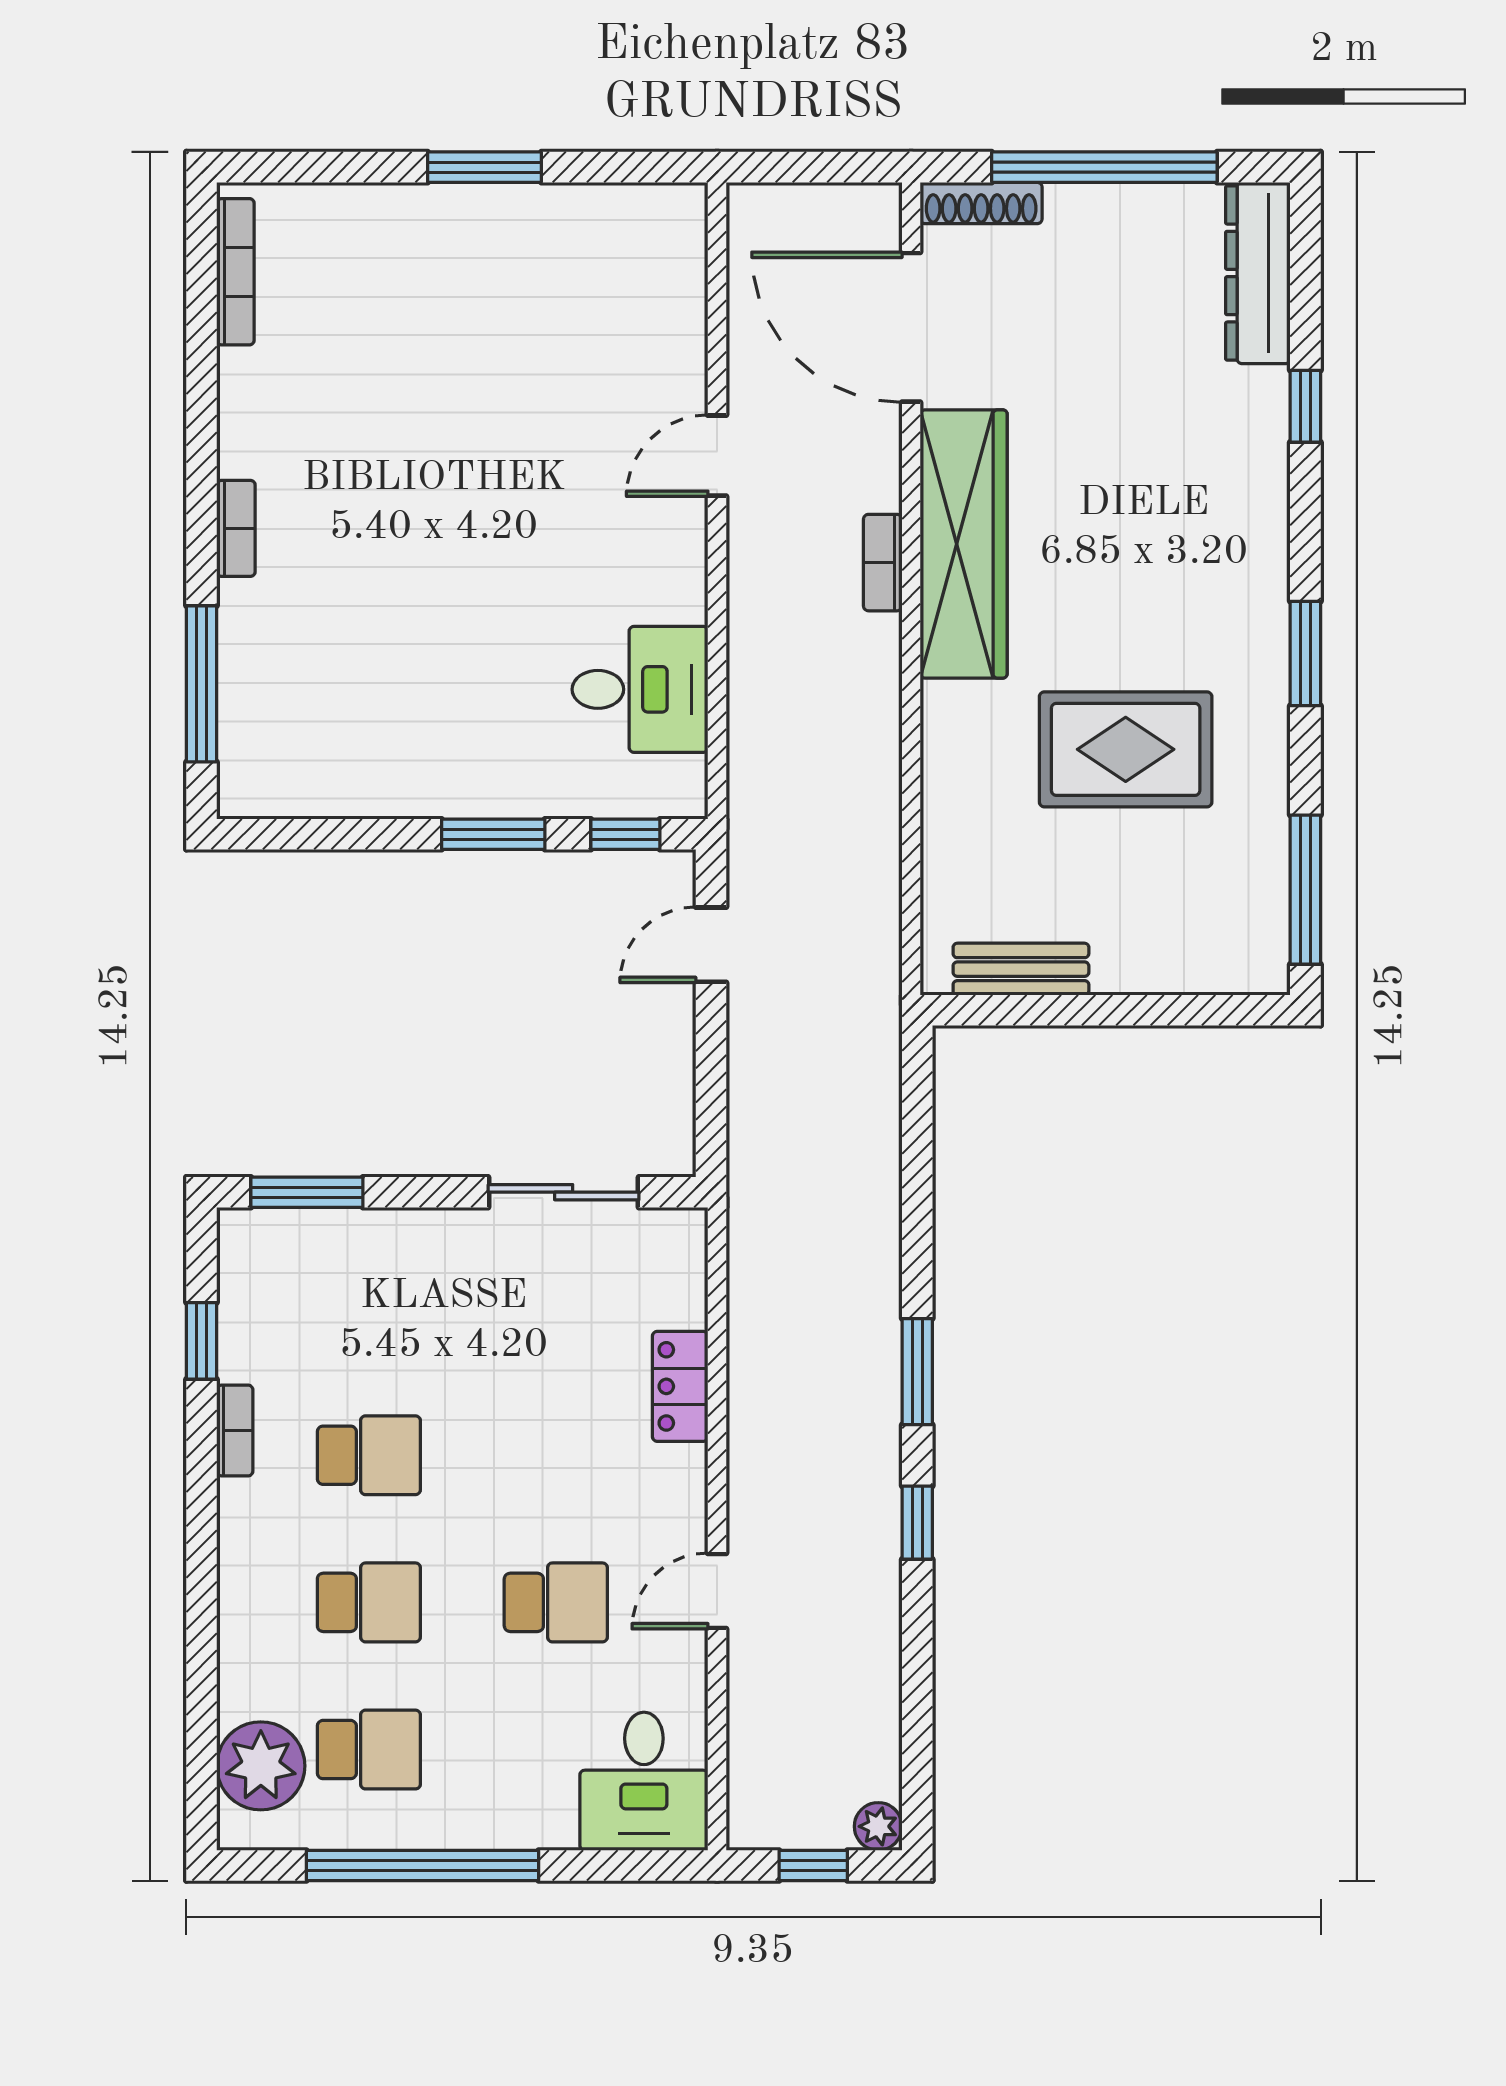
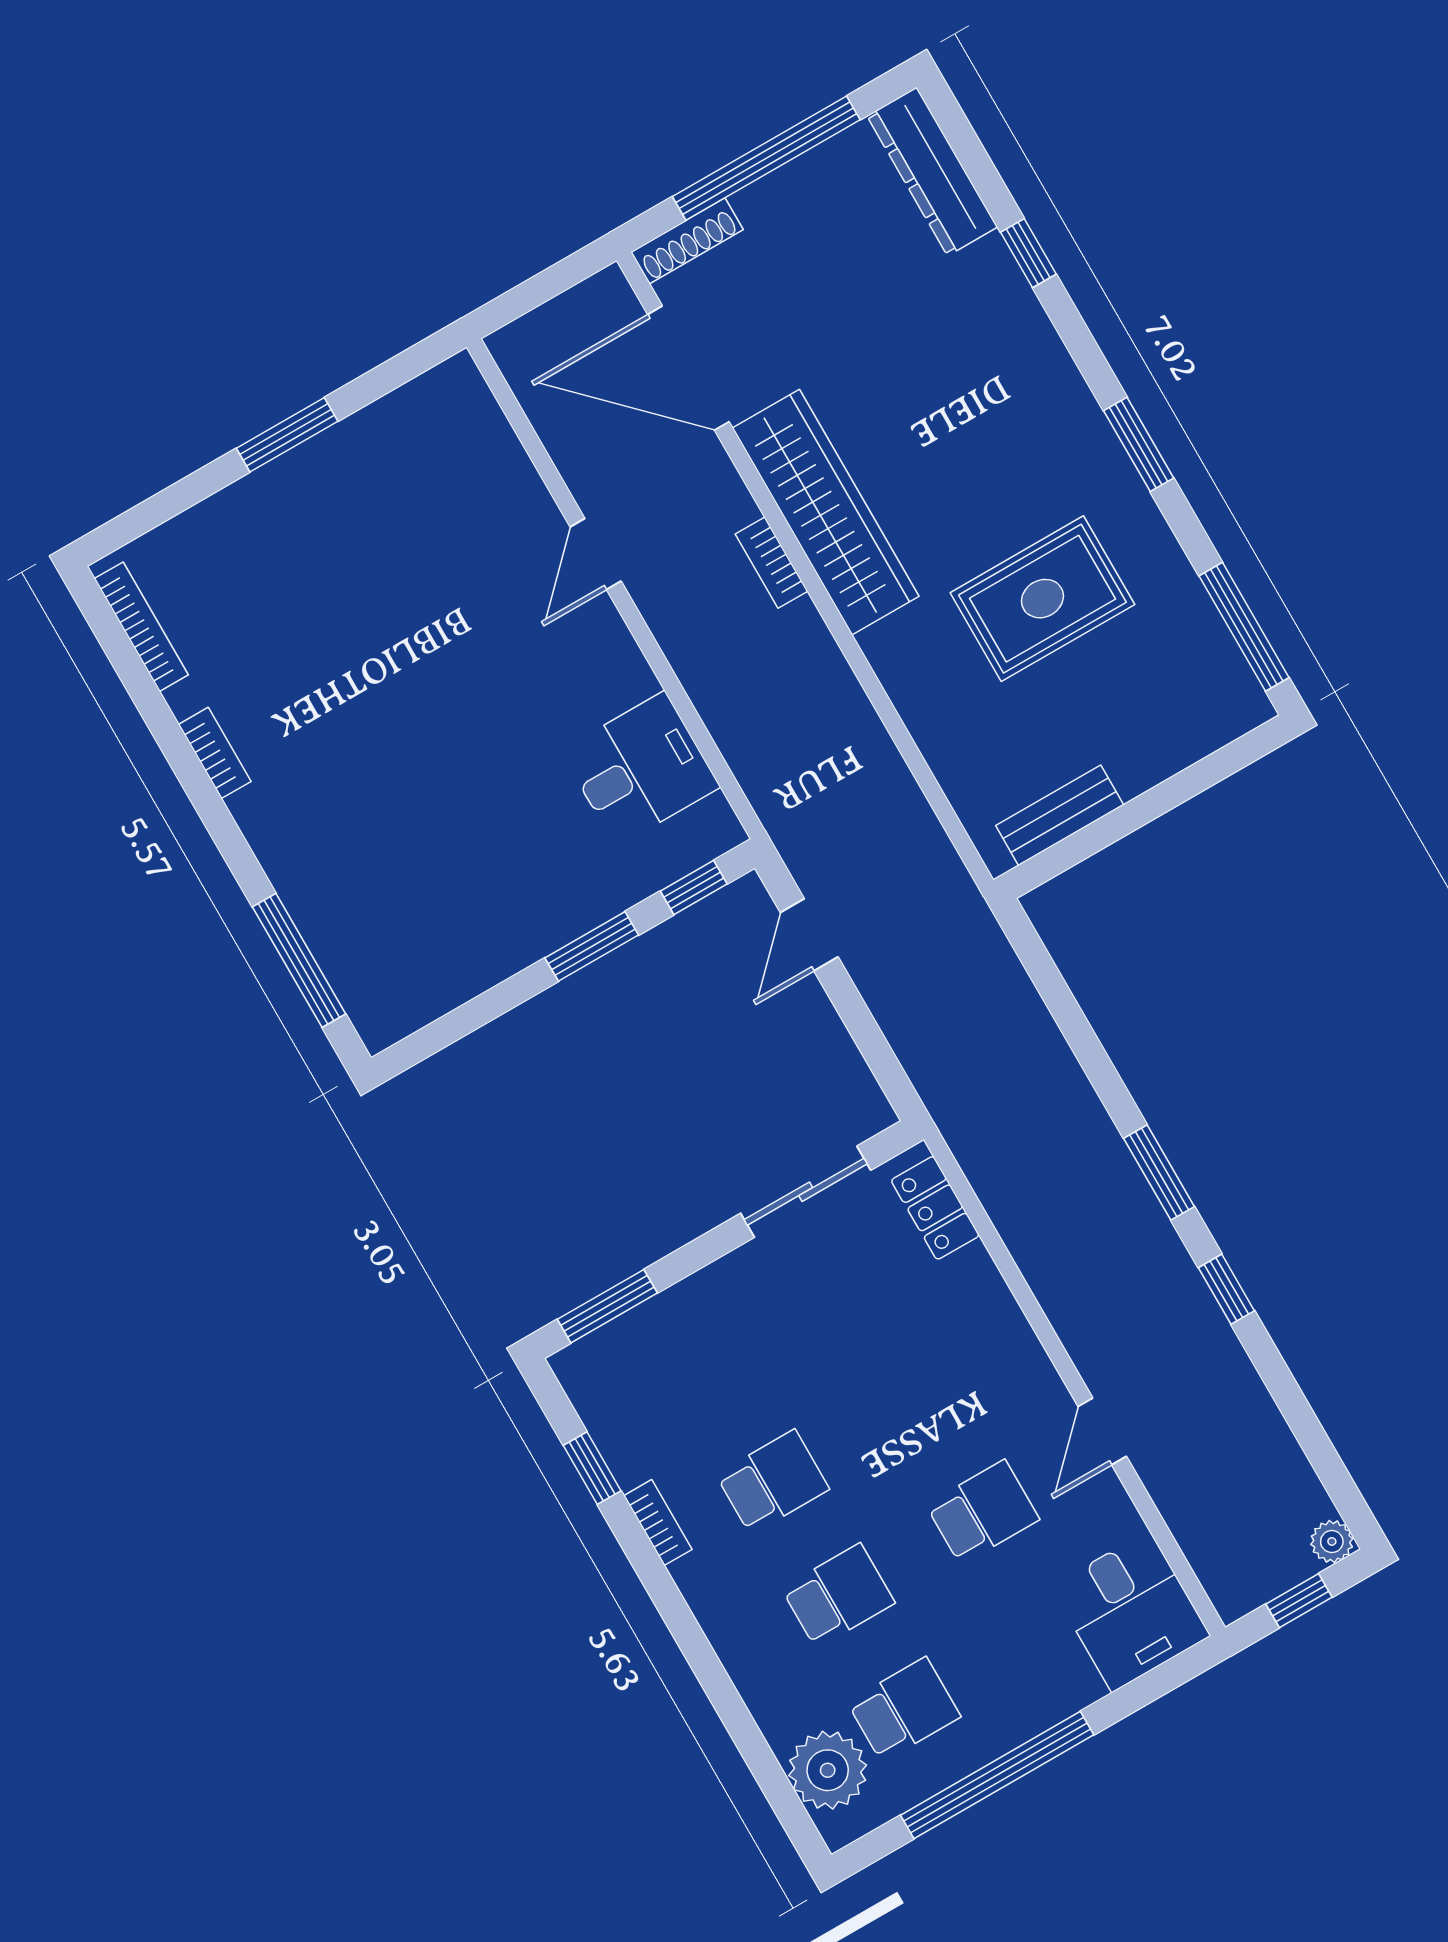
bookcase: (236, 528) -> (215, 753), moved
locker: (680, 1386) -> (935, 1208), moved

